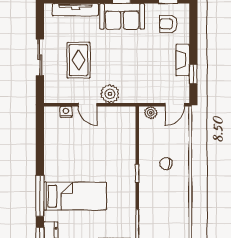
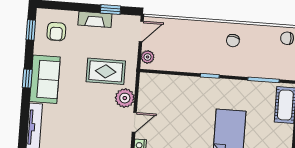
rug: (79, 60) -> (106, 71), moved
door: (175, 105) -> (141, 31), hinge flipped
chair: (166, 164) -> (233, 41), moved

